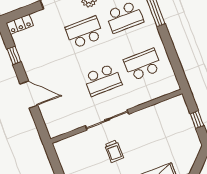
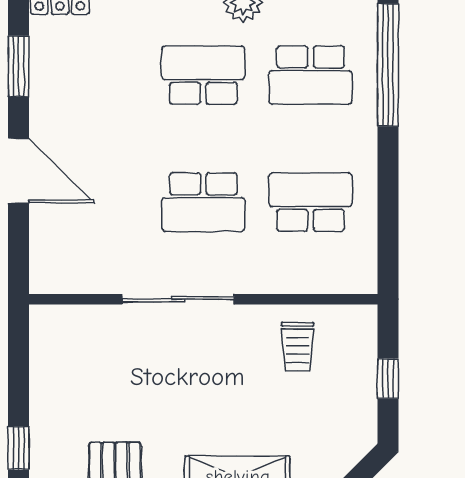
window: (14, 55) -> (19, 66), width x1.50
trolley: (114, 151) -> (298, 347), moved

